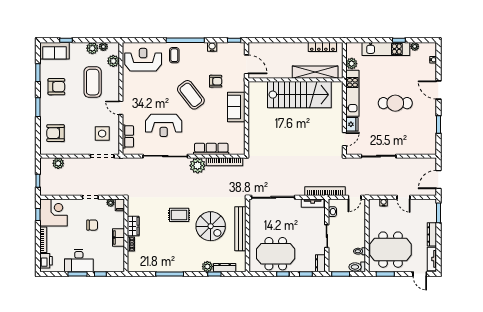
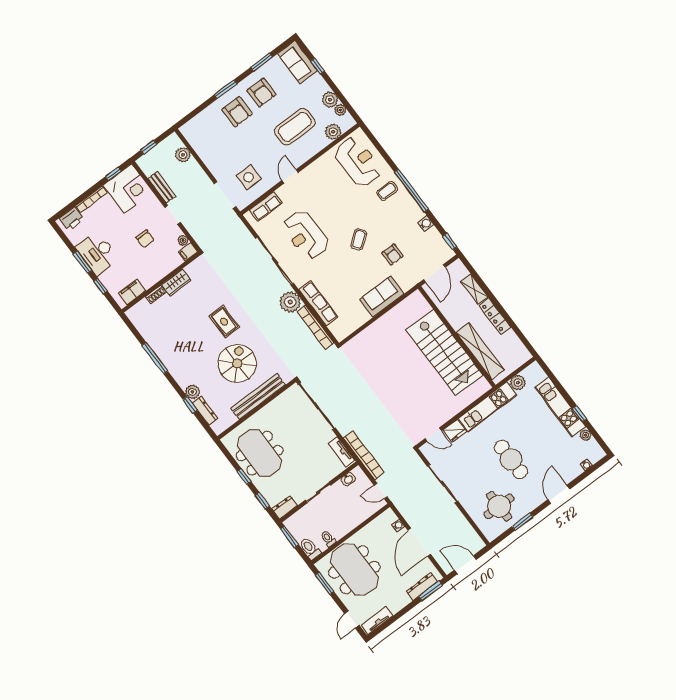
shelving: (274, 47) -> (474, 289), added
locker: (322, 47) -> (495, 316), moved
coffee table: (191, 95) -> (359, 239), width x0.54, depth x0.58
round table: (418, 132) -> (499, 506), added
armchair: (56, 133) -> (237, 112), moved, turned 180
bench: (68, 191) -> (162, 187), added
door: (403, 197) -> (419, 542), width x1.87
spiral stairs: (211, 226) -> (237, 363), turned 180
dresser: (432, 234) -> (422, 587), moved
filing cabinet: (118, 238) -> (132, 292), moved

